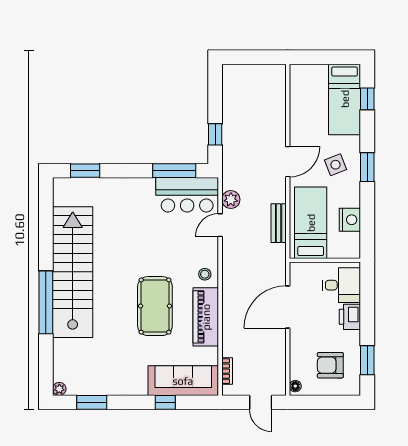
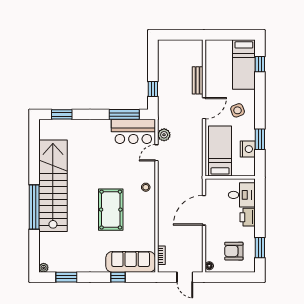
window: (367, 167) -> (260, 139), moved
bench: (279, 223) -> (198, 80), moved
piano: (206, 317) -> (146, 217), removed

